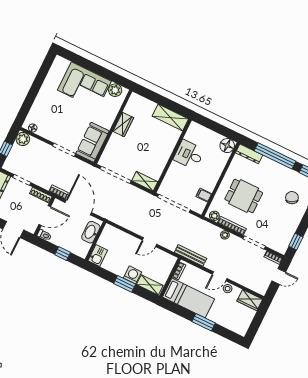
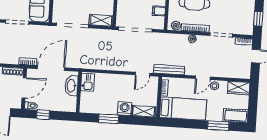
door: (78, 207) -> (51, 68), hinge flipped
door: (149, 242) -> (142, 74), moved
window: (63, 254) -> (43, 115), moved
kitchen sink: (98, 255) -> (88, 82), moved
window: (125, 284) -> (109, 119), moved
window: (204, 322) -> (218, 126), moved
cot: (236, 325) -> (236, 116), added

